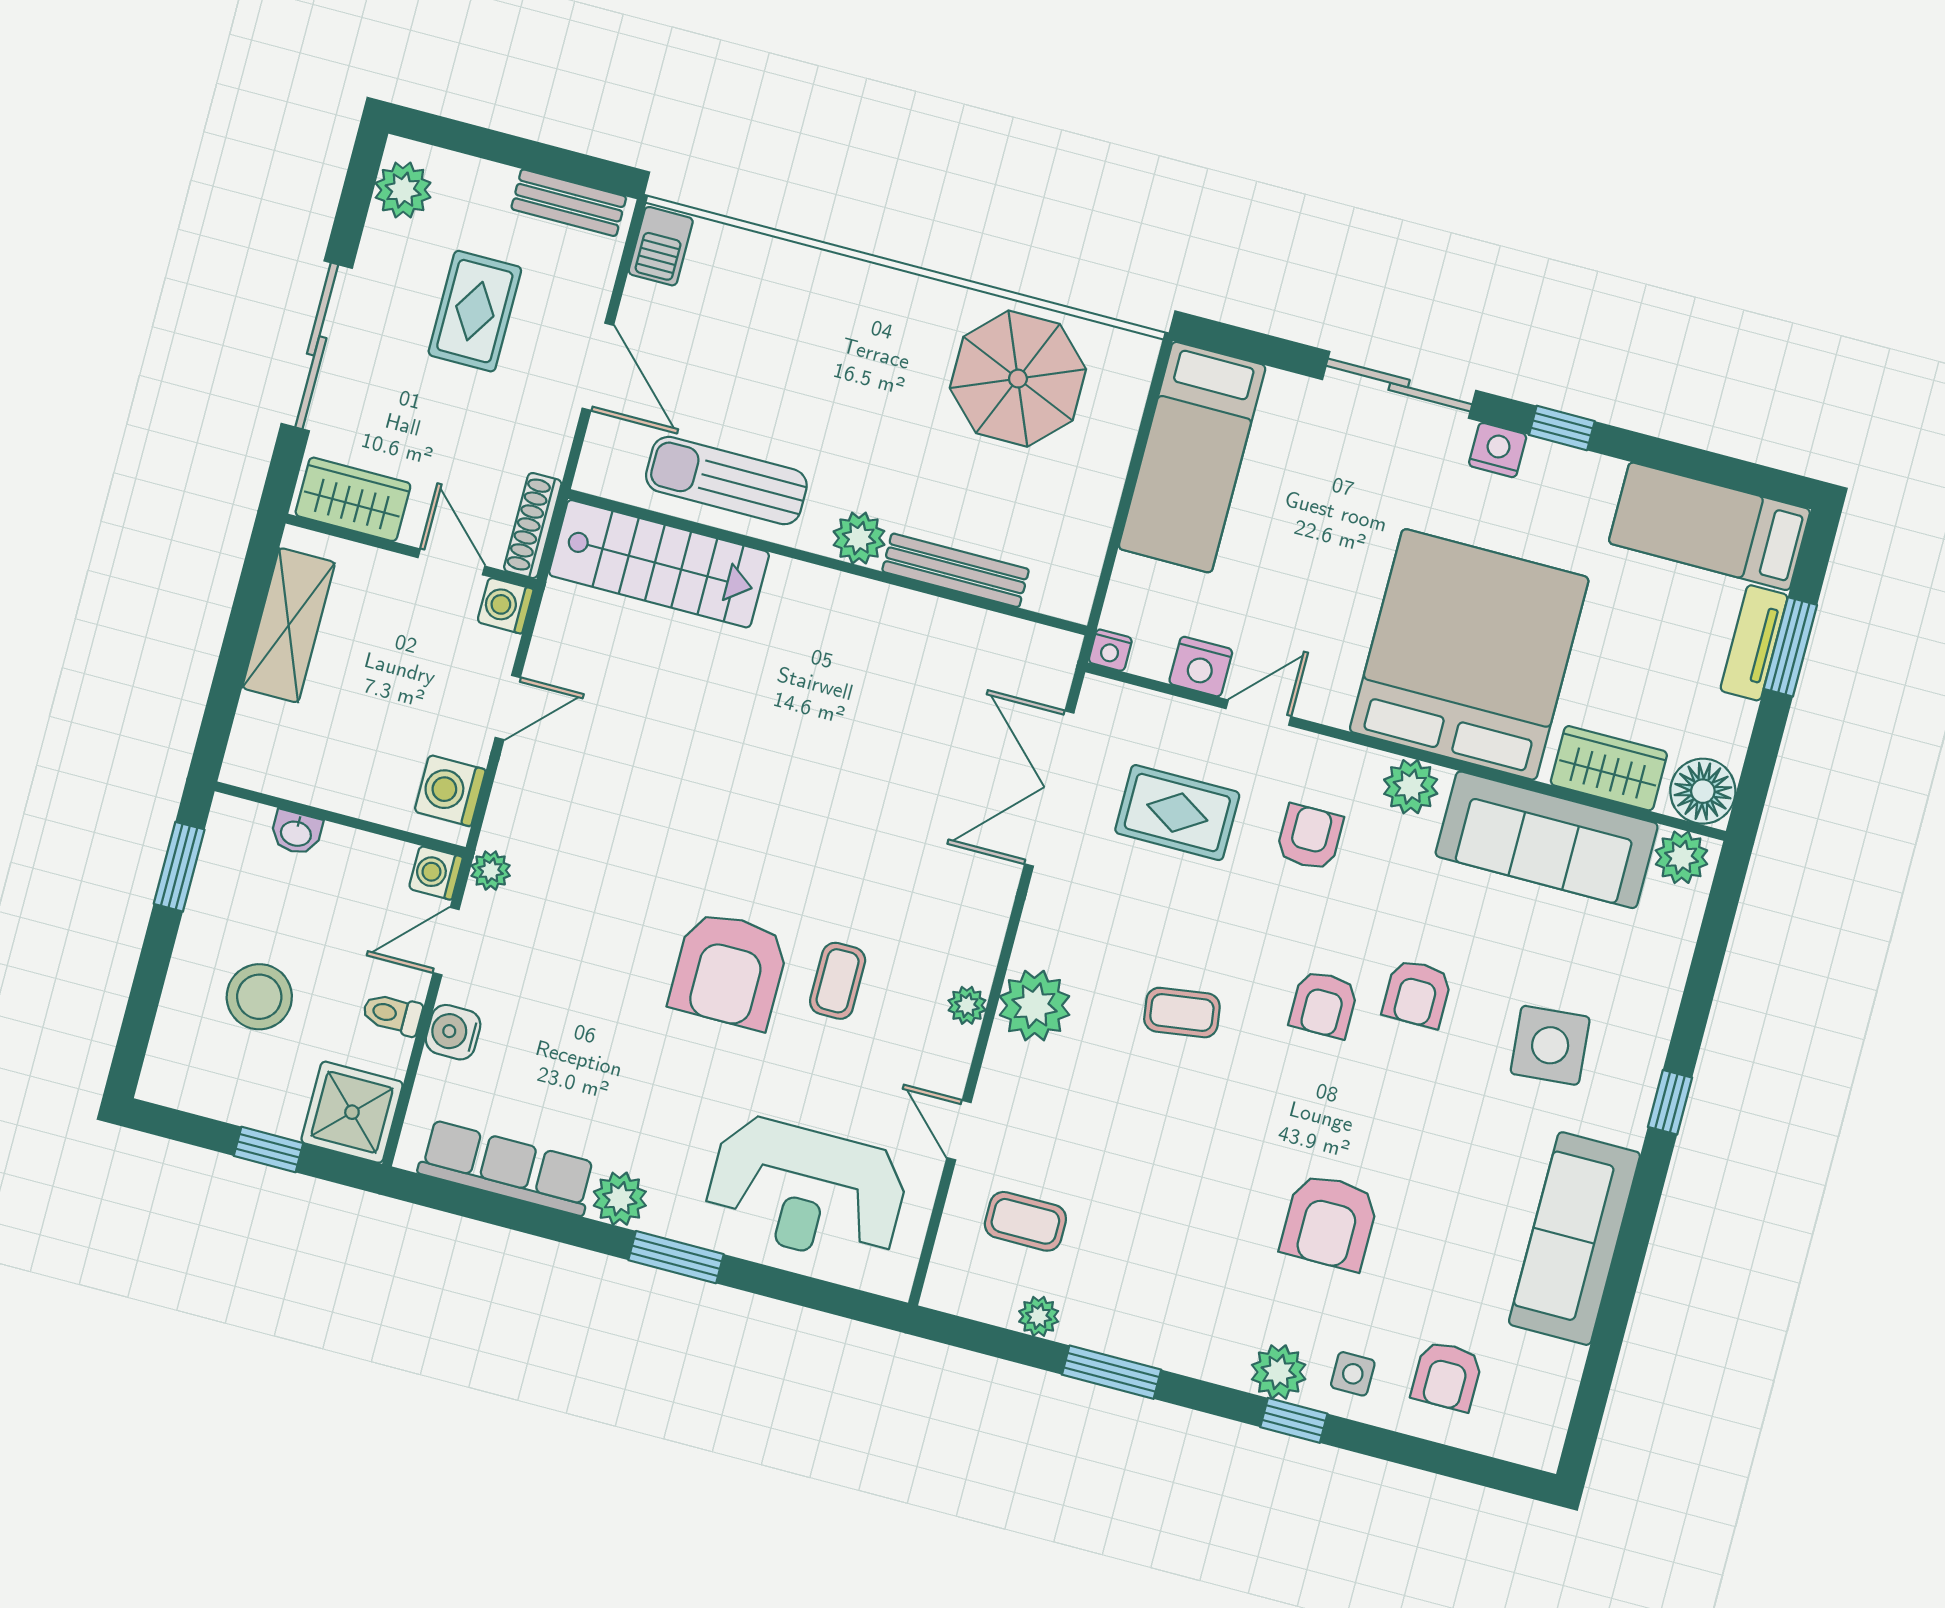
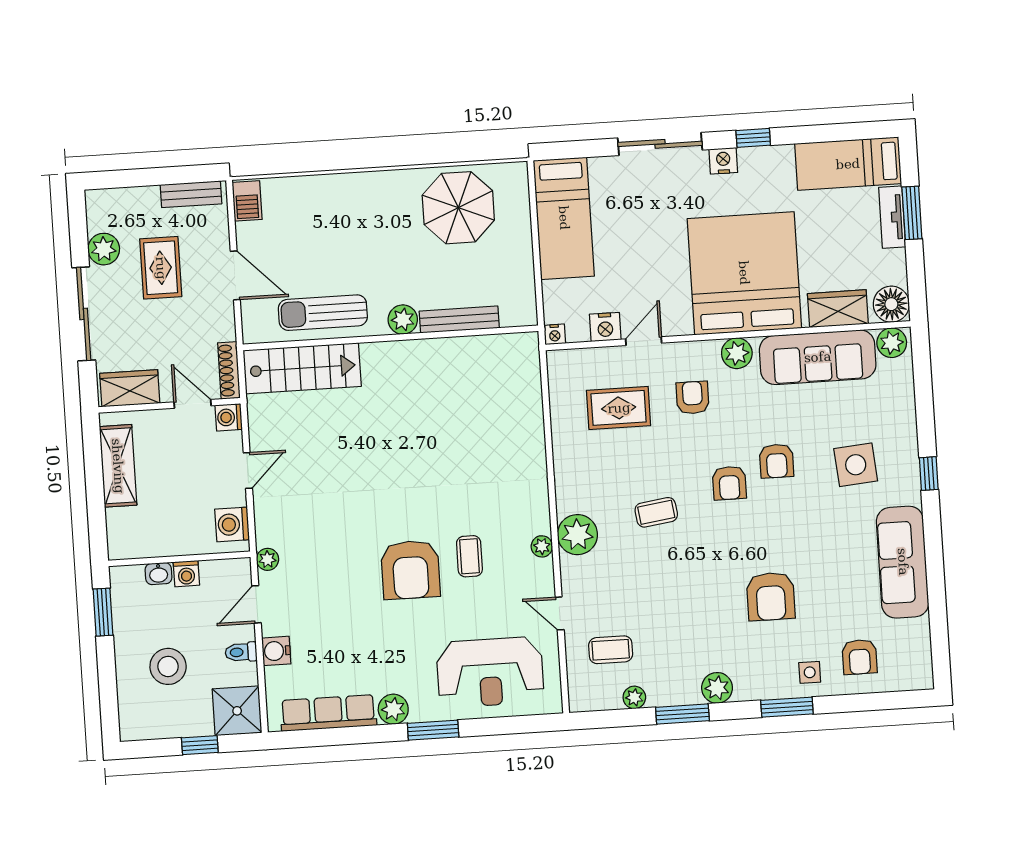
plant: (403, 190) -> (104, 249), moved
double door: (1049, 789) -> (547, 418), removed
washing machine: (436, 873) -> (186, 574), moved, turned -90
plant: (1279, 1372) -> (717, 688), moved
window: (1294, 1420) -> (787, 707), width x1.50

